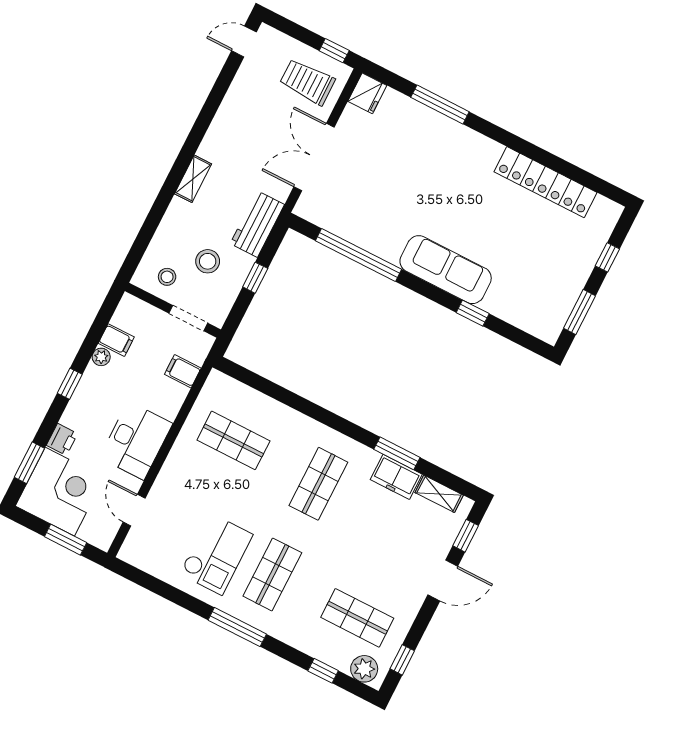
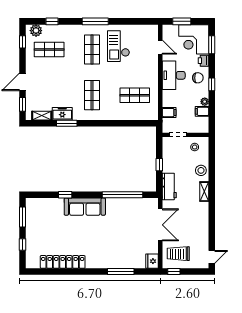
trolley: (307, 82) -> (178, 254), turned 180
stool: (208, 261) -> (201, 170), moved
chair: (91, 411) -> (198, 78), added

